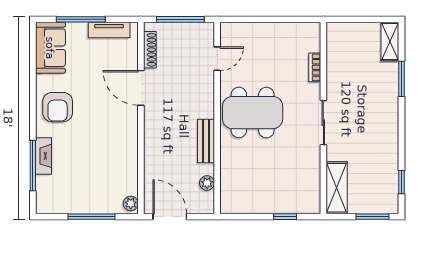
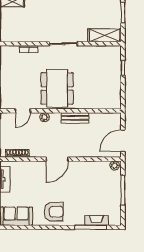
door: (217, 59) -> (23, 111), swing flipped
door: (141, 88) -> (57, 159), moved
fireplace: (44, 156) -> (96, 221), moved
plant: (207, 183) -> (45, 117), moved

